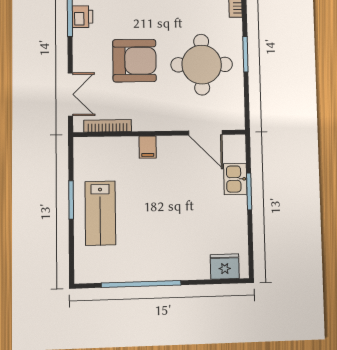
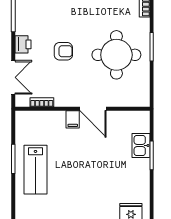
printer: (82, 17) -> (23, 44), moved
armchair: (134, 61) -> (63, 51), width x0.53, depth x0.53
bookcase: (108, 126) -> (42, 102), width x0.64
door: (205, 133) -> (93, 109), moved

